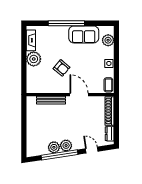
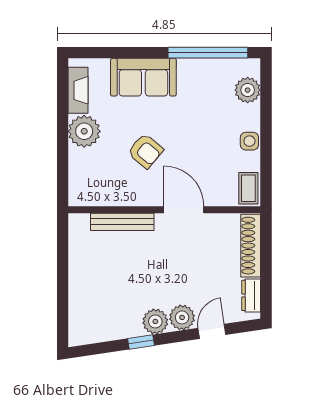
window: (66, 23) -> (208, 53), moved
sofa: (84, 34) -> (143, 77), moved
plant: (54, 147) -> (182, 317), moved
door: (92, 150) -> (212, 331), hinge flipped
window: (60, 155) -> (141, 342), width x0.32

